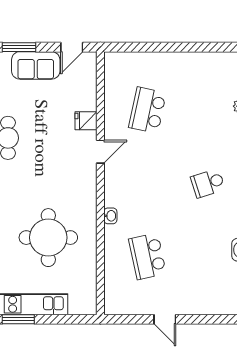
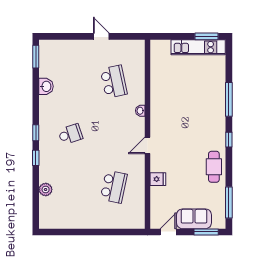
door: (100, 152) -> (147, 145), moved
round table: (48, 238) -> (185, 95), removed

